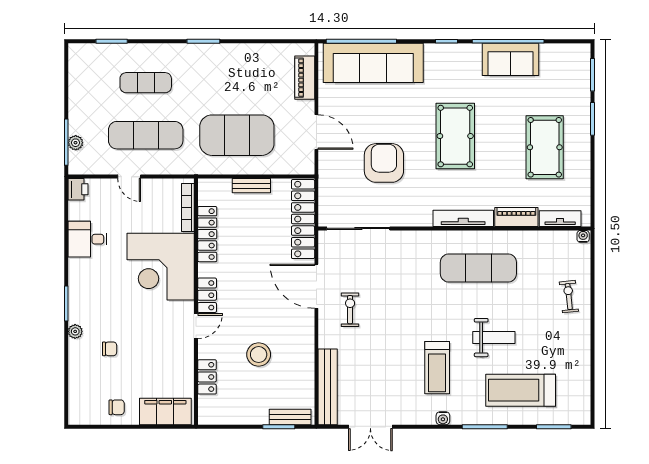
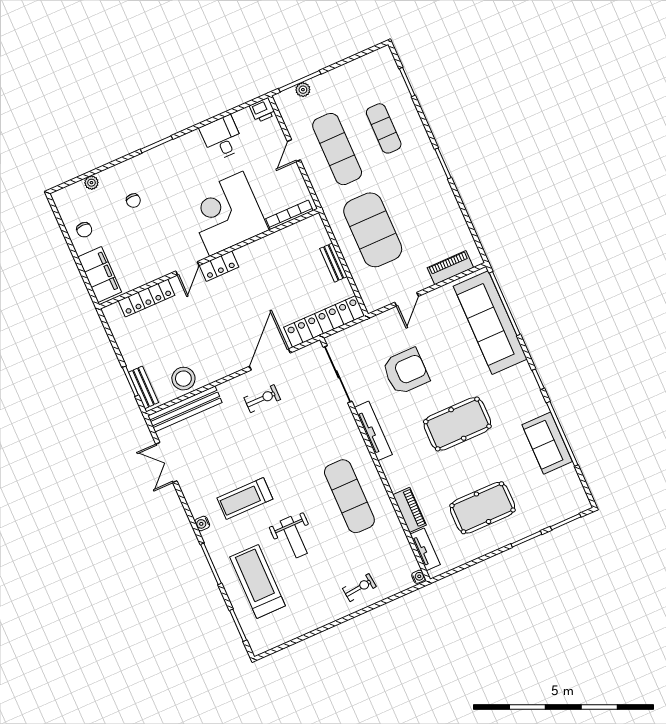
door: (316, 132) -> (407, 299), width x0.73
tv unit: (463, 218) -> (373, 431), moved
locker: (207, 234) -> (273, 242), removed
door: (196, 326) -> (187, 268), hinge flipped
plant: (75, 331) -> (91, 183), moved
stool: (259, 355) -> (183, 379), moved
locker: (207, 377) -> (147, 298), width x1.53

